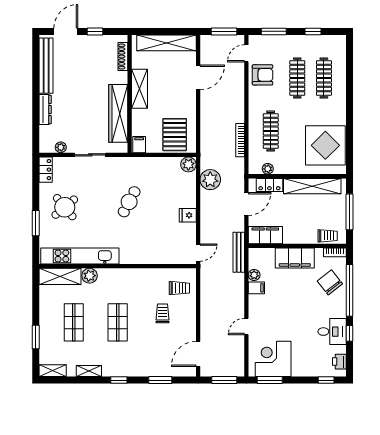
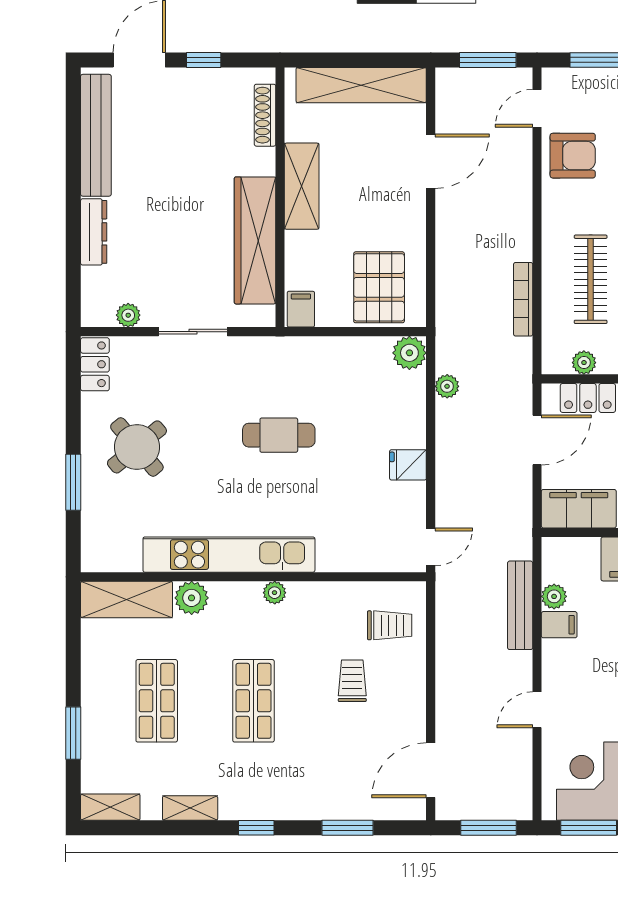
plant: (210, 180) -> (447, 386), width x0.53, depth x0.53
cafe table: (129, 202) -> (279, 435), turned 62
bench: (239, 252) -> (520, 605), moved
kitchen unit: (80, 256) -> (229, 555), moved
plant: (127, 273) -> (275, 593), added

